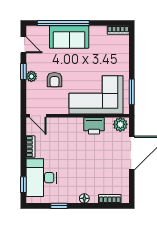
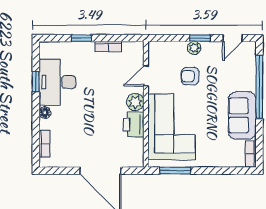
sofa: (69, 37) -> (242, 116), moved
door: (38, 116) -> (146, 76), moved
plant: (120, 124) -> (135, 102), moved
desk: (41, 178) -> (57, 82), moved, turned -90
window: (23, 185) -> (81, 38), moved

